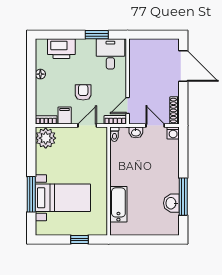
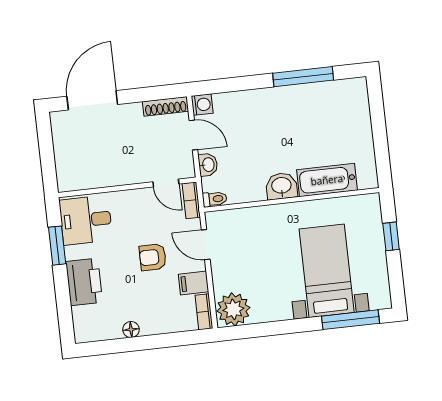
printer: (61, 49) -> (84, 282), moved
door: (155, 126) -> (193, 135), swing flipped
window: (31, 194) -> (351, 320), moved
washbasin: (171, 203) -> (281, 186), moved, turned 180

